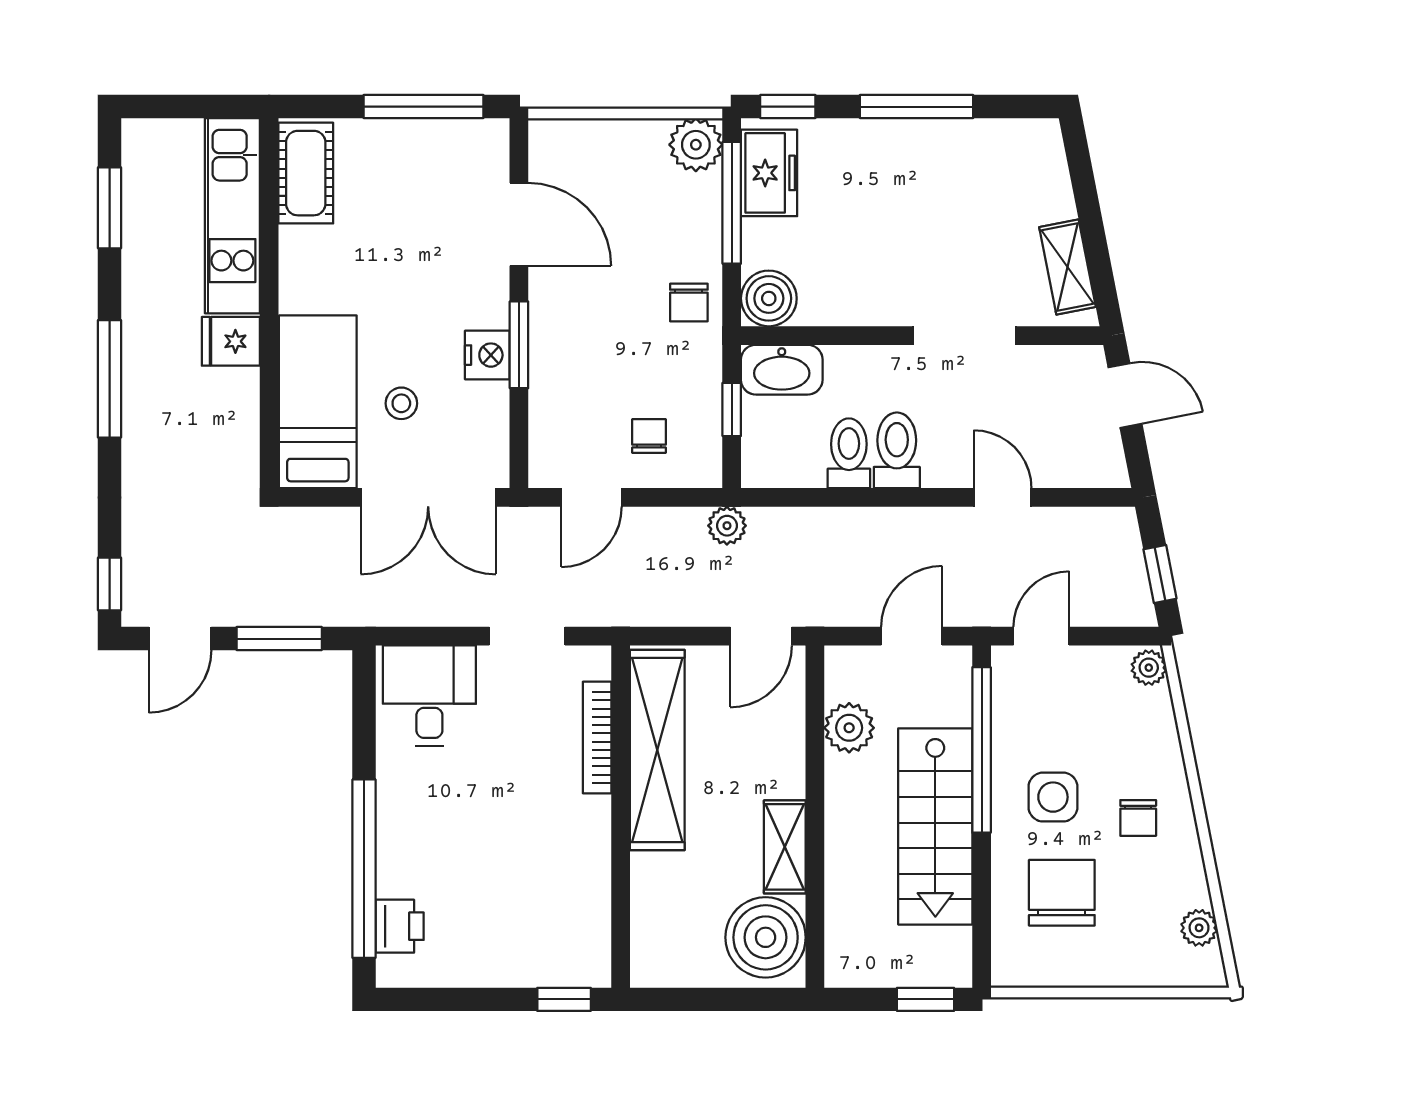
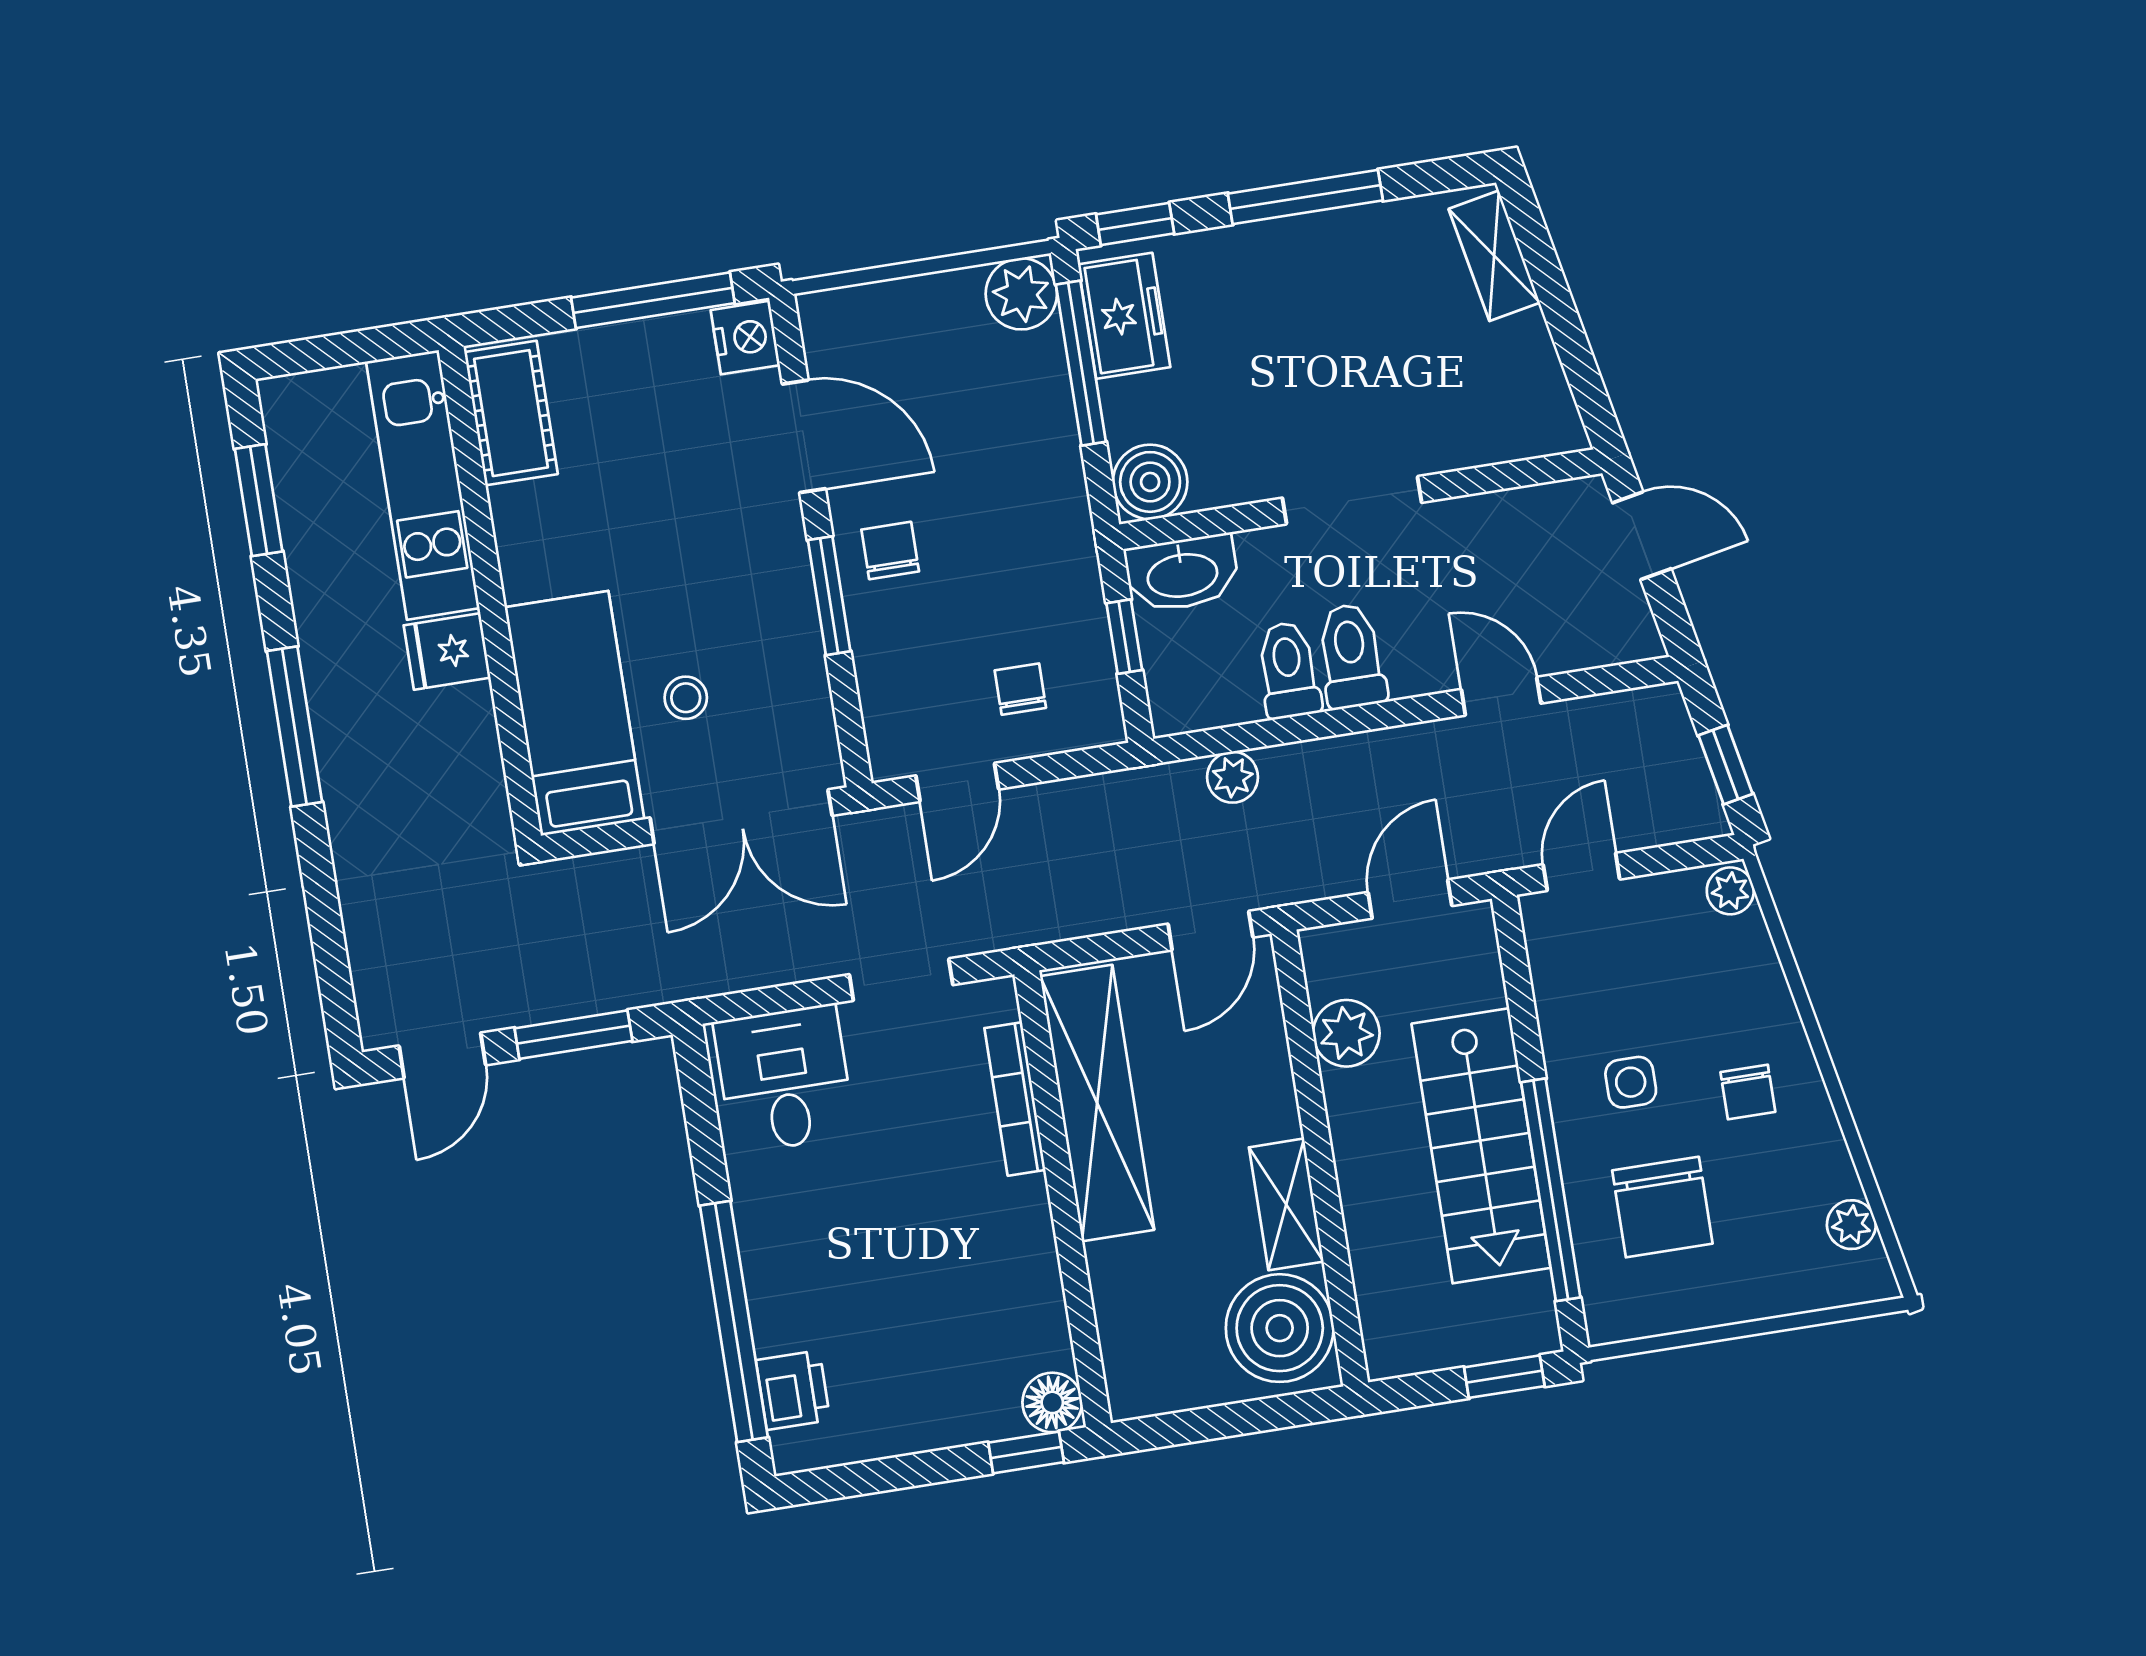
shelving: (1068, 267) -> (1494, 256), moved
chair: (689, 302) -> (890, 551), moved, turned 180
doorway: (965, 336) -> (1352, 500), moved
nightstand: (487, 355) -> (745, 338), moved
plant: (727, 526) -> (1233, 777), moved
window: (110, 584) -> (337, 998), removed
window: (982, 750) -> (1551, 1190), moved
side table: (1053, 797) -> (1631, 1082), width x0.73, depth x0.73
chair: (1062, 893) -> (1662, 1207), turned 180
floor lamp: (589, 966) -> (1052, 1402), added

